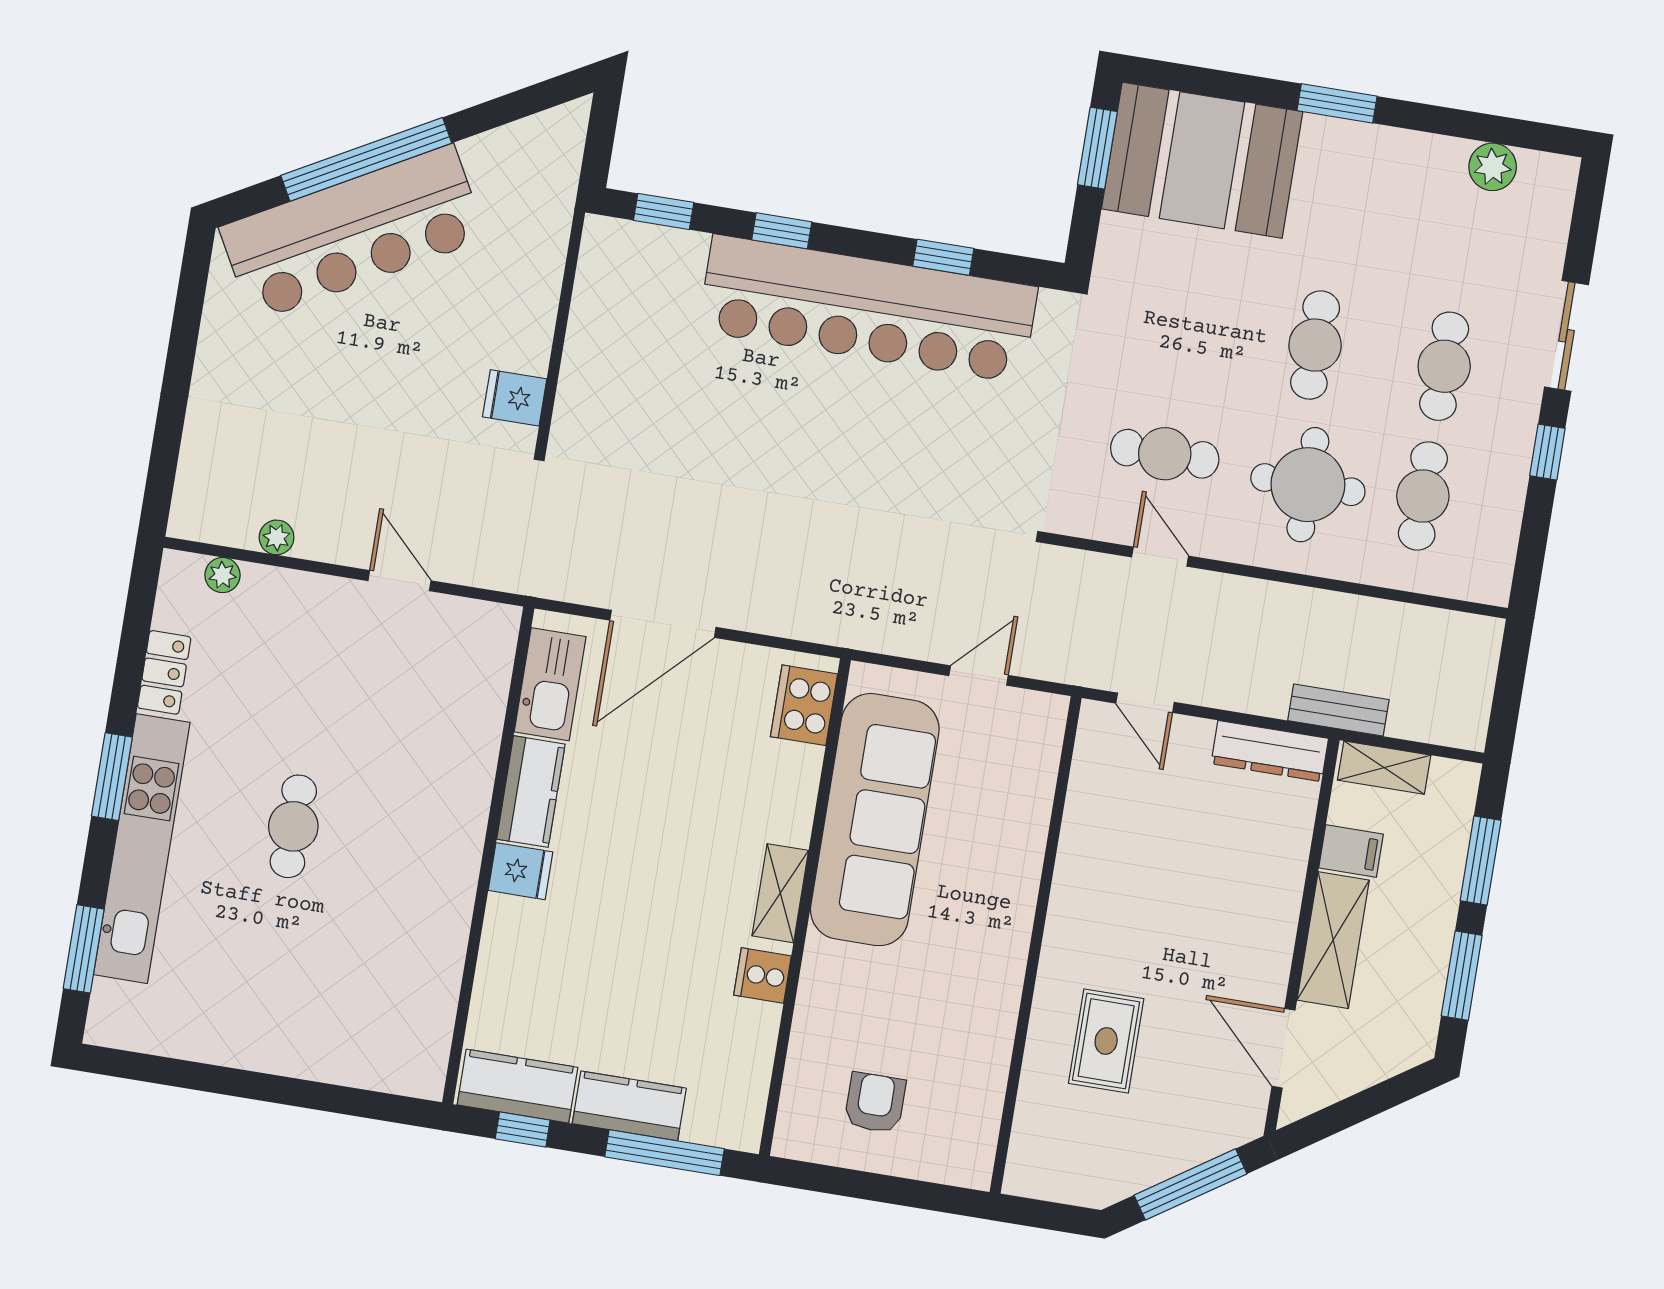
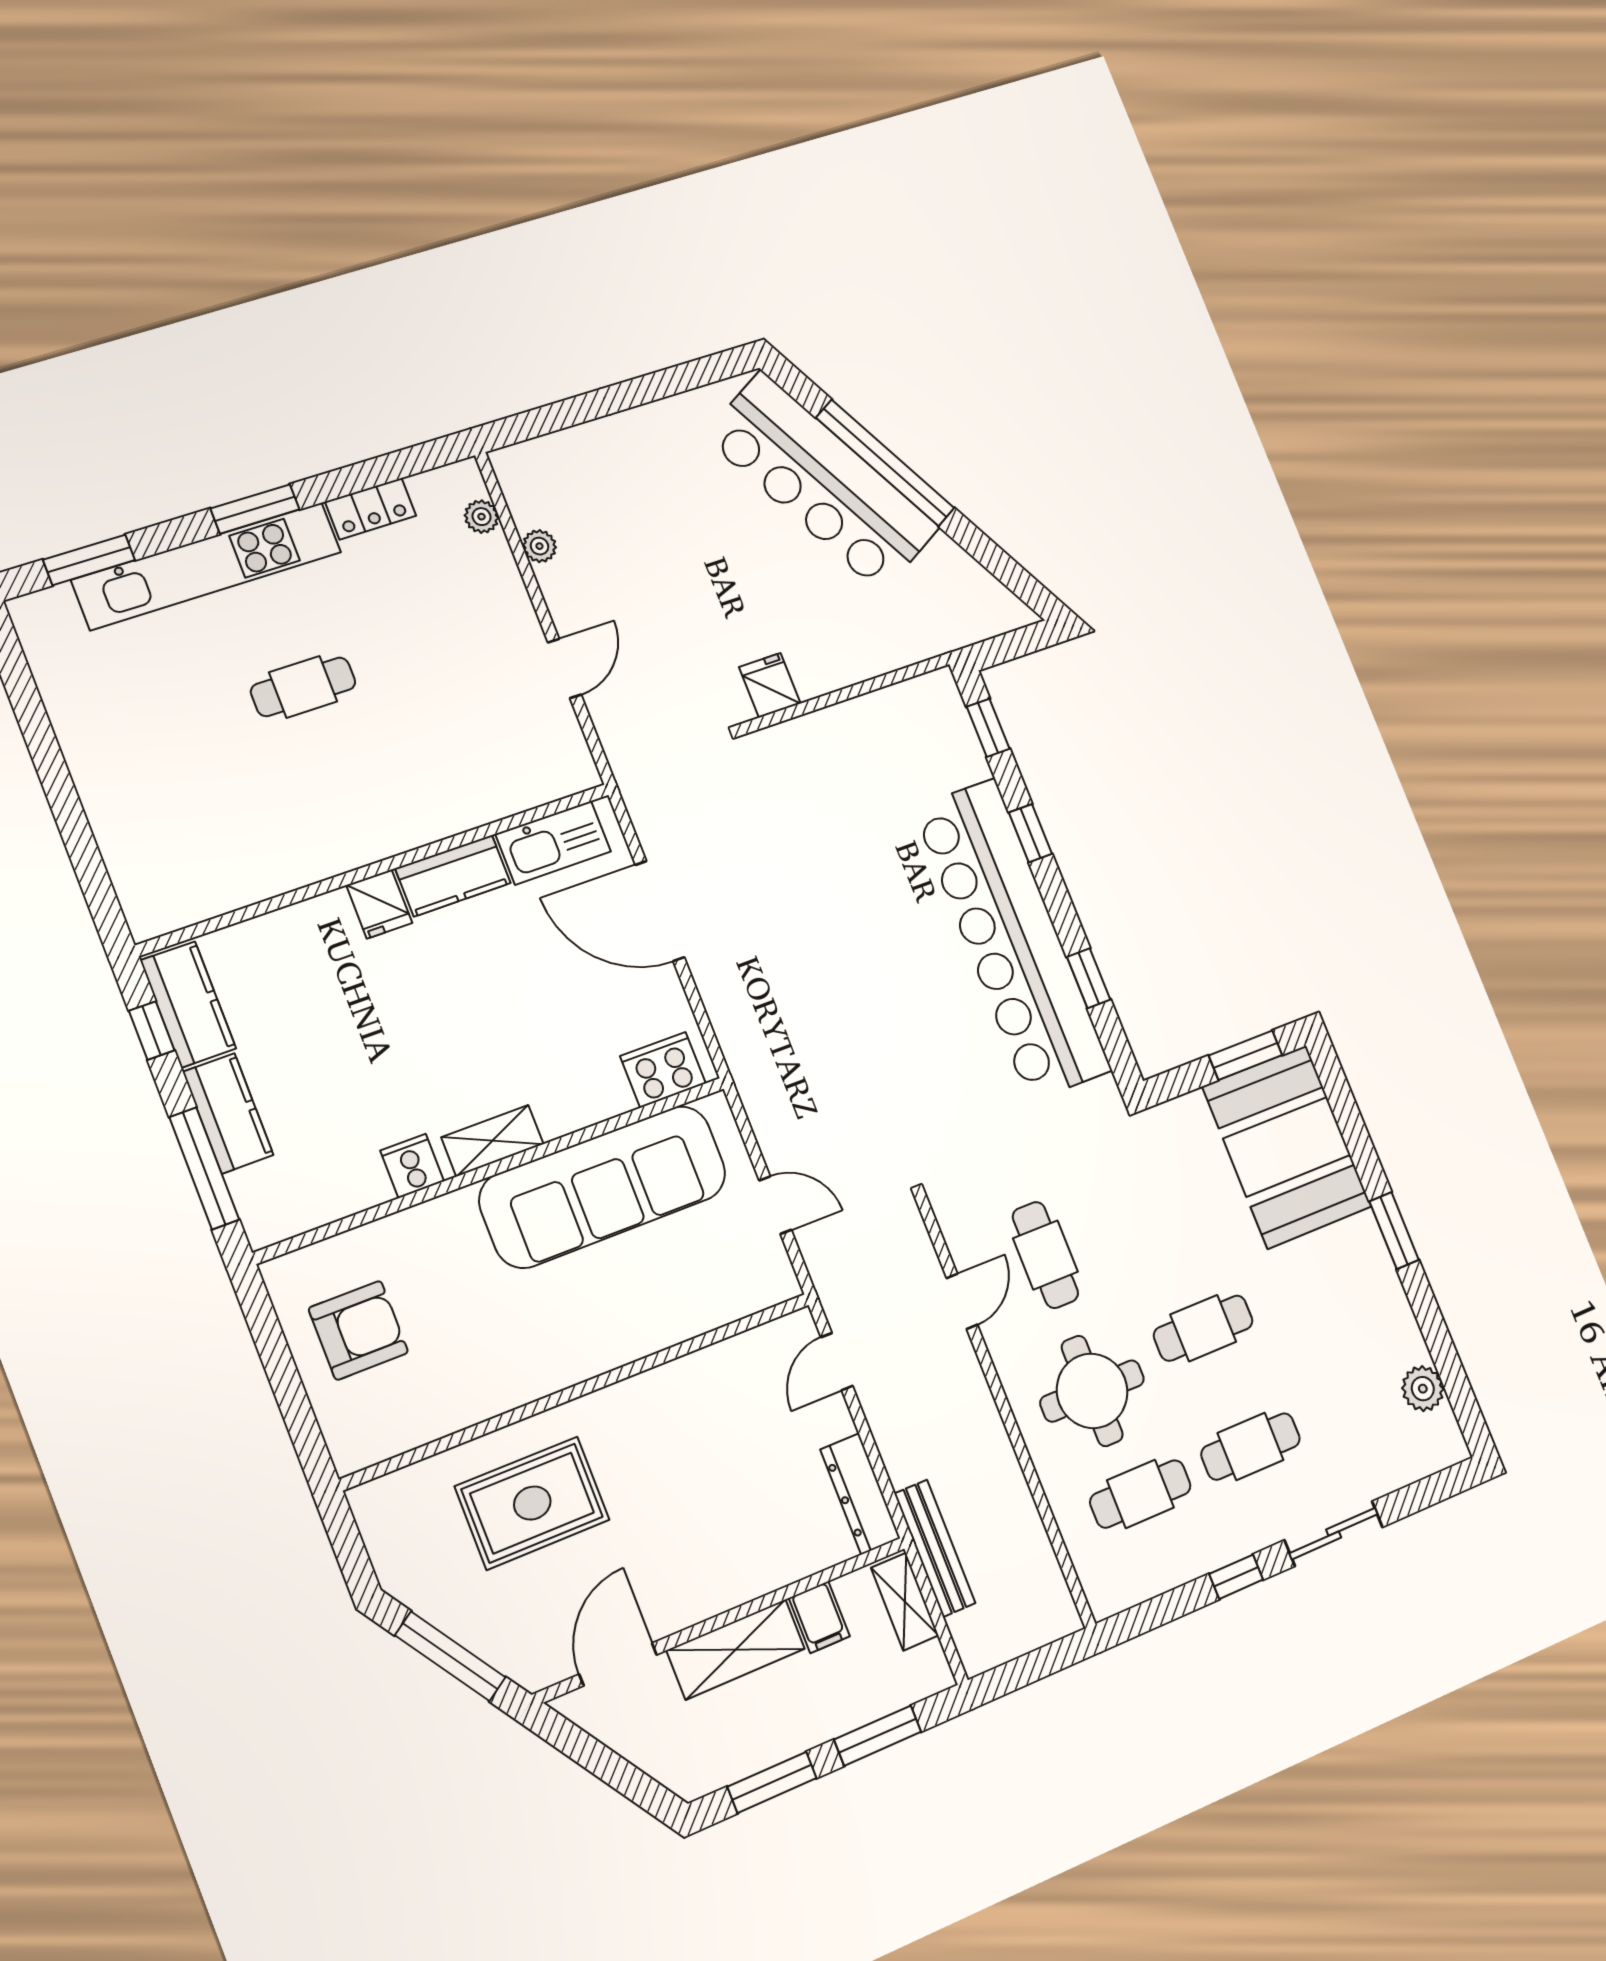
bench: (1338, 710) -> (935, 1548), width x1.36
rug: (1106, 1041) -> (532, 1503), width x1.36, depth x1.43
armchair: (875, 1103) -> (358, 1330), width x1.38, depth x1.38

